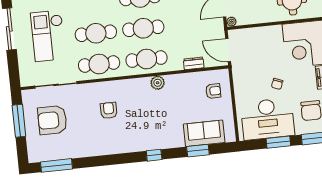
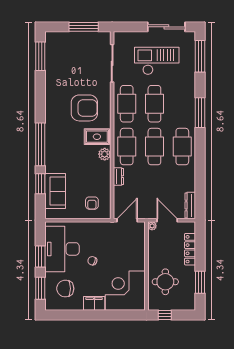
dresser: (194, 63) -> (118, 177), moved
rug: (139, 93) -> (97, 137), added
armchair: (109, 110) -> (84, 108), width x1.88, depth x1.88
armchair: (52, 120) -> (81, 57), removed
window: (154, 155) -> (40, 144), width x3.17

